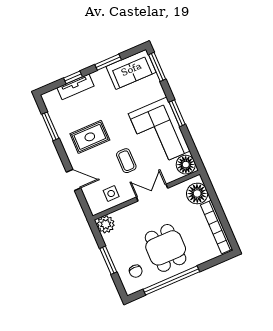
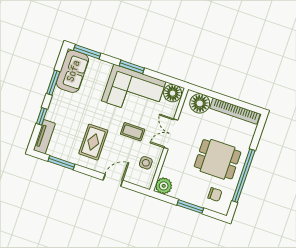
tv unit: (76, 87) -> (44, 137), moved

